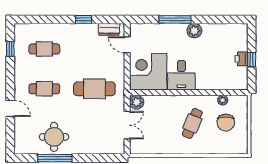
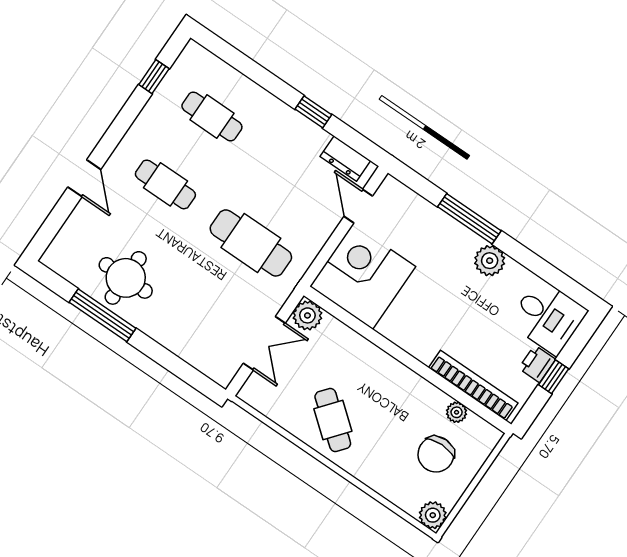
desk: (181, 75) -> (548, 317), moved, turned -90
bookcase: (222, 85) -> (473, 385), added
cafe table: (192, 123) -> (333, 420), moved, turned -74
plant: (241, 148) -> (433, 515), added

